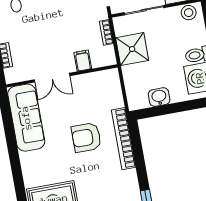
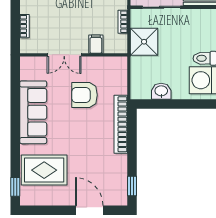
stool: (189, 13) -> (203, 17), removed
sofa: (26, 118) -> (33, 112), moved
armchair: (86, 137) -> (85, 95), moved

